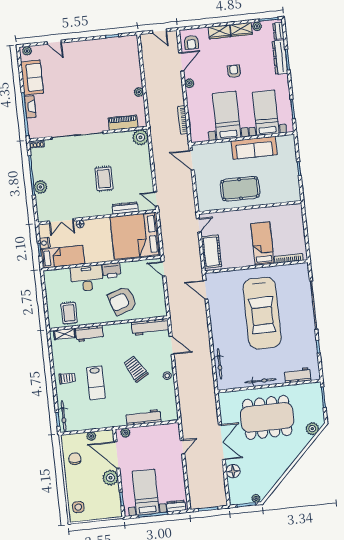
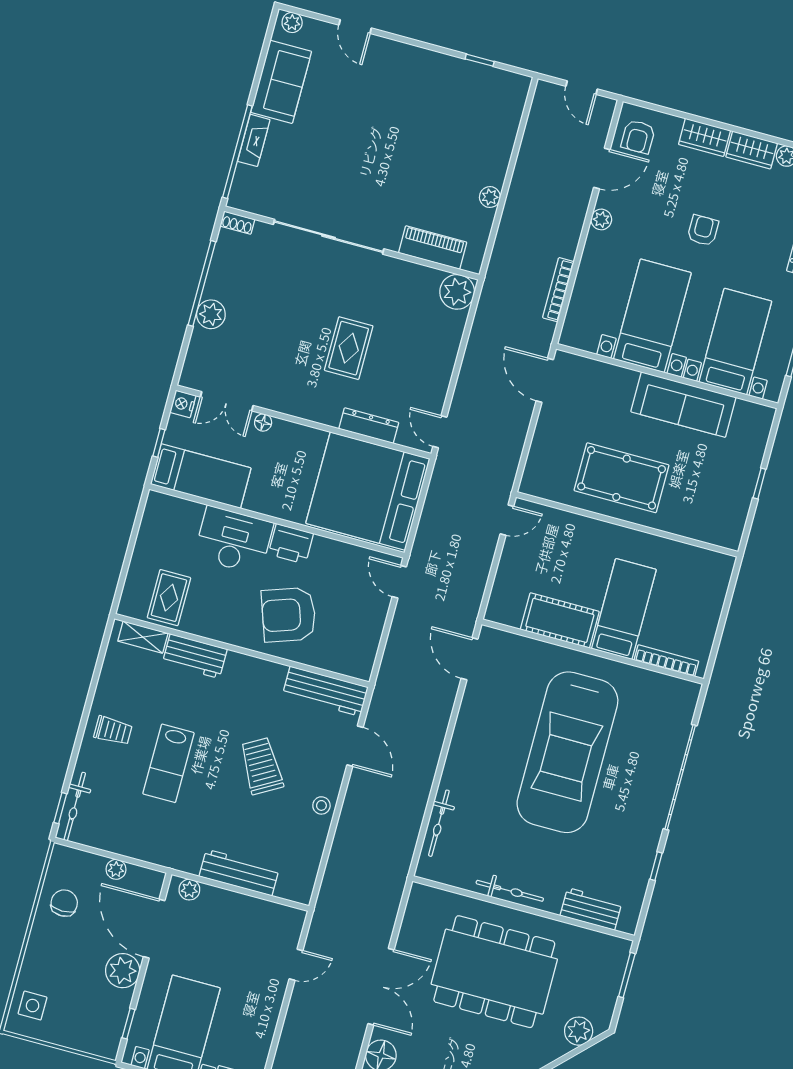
nightstand: (45, 243) -> (183, 404), moved
cot: (211, 252) -> (560, 620), moved, turned 90

